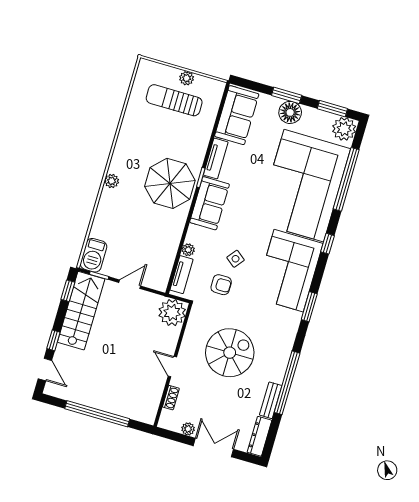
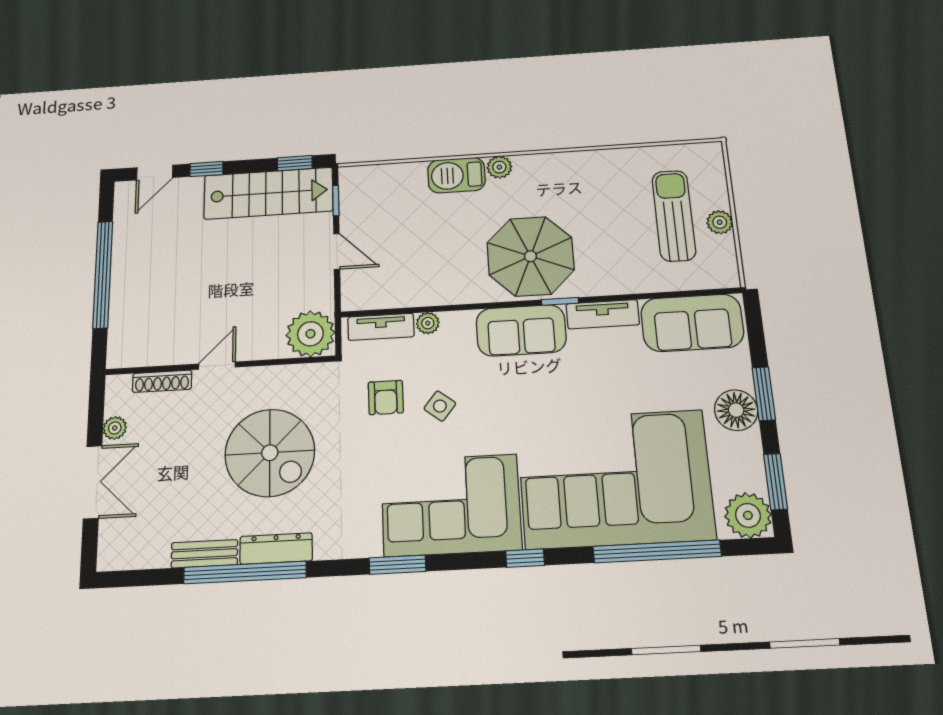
barbecue: (94, 255) -> (456, 175), moved
shoe rack: (171, 398) -> (162, 381), width x1.43
dresser: (259, 436) -> (276, 549), moved

